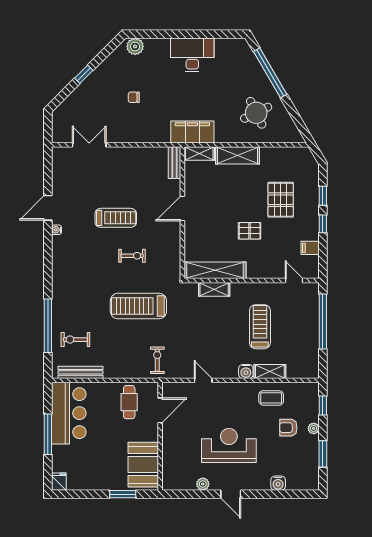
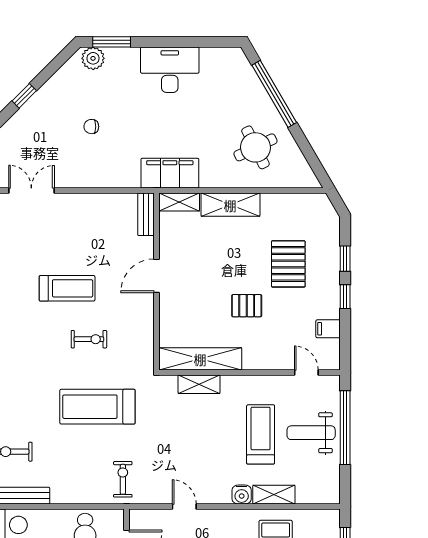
window: (149, 34) -> (112, 42), added
weight bench: (298, 325) -> (311, 433), added

